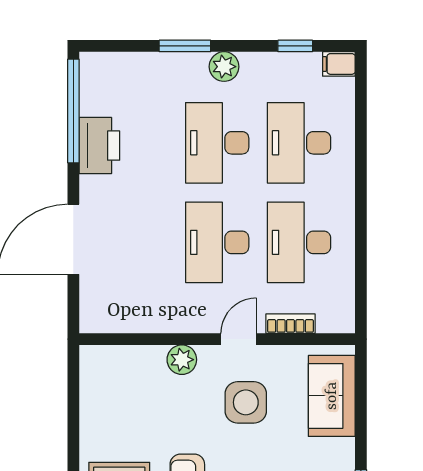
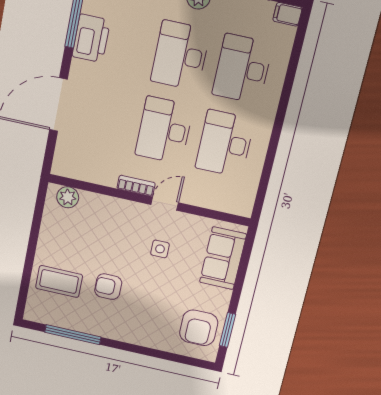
bookcase: (290, 324) -> (136, 186), moved
plant: (182, 360) -> (68, 197), moved
side table: (246, 402) -> (160, 249), width x0.54, depth x0.54

